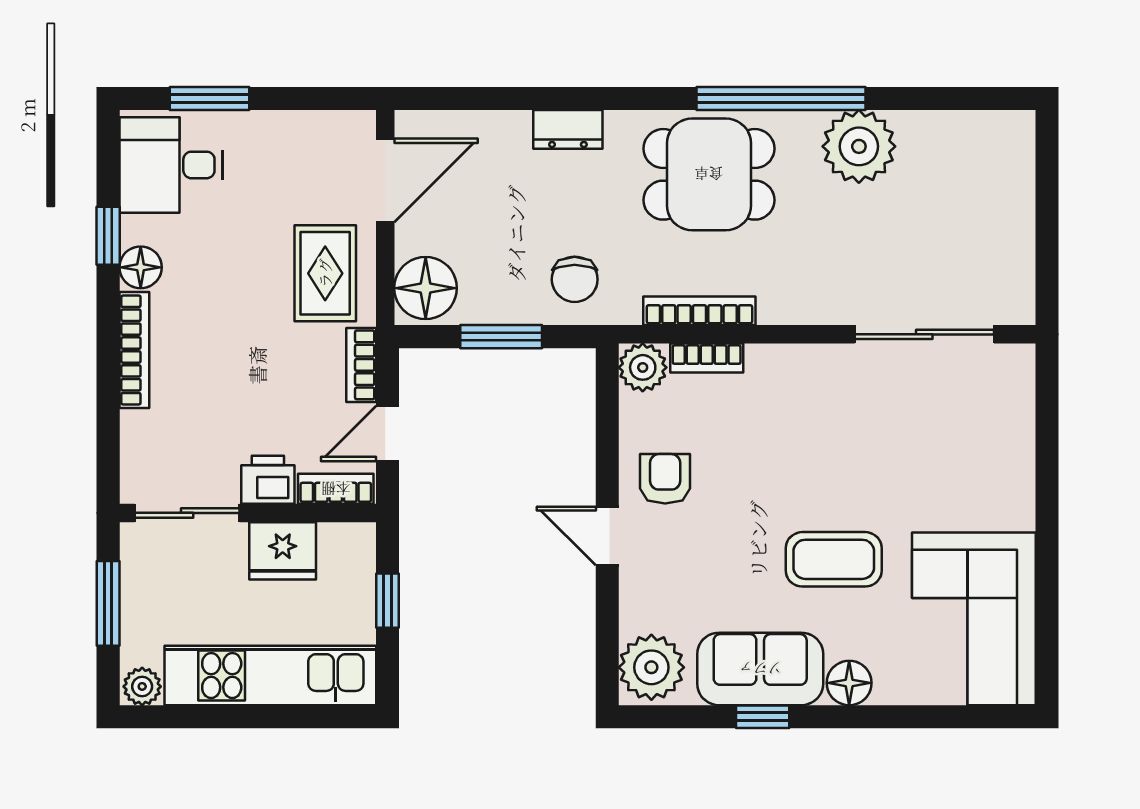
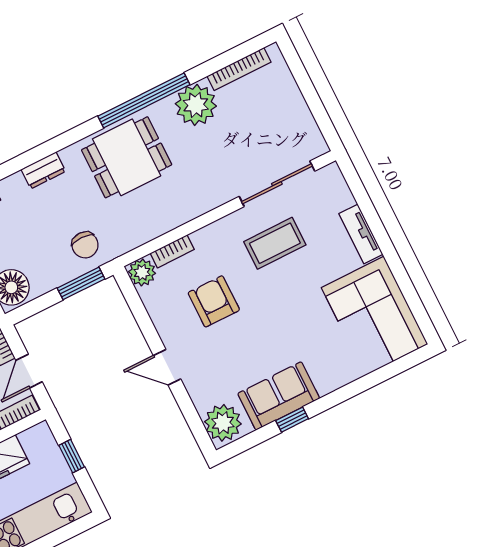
bookcase: (699, 311) -> (239, 69), moved, turned 180
window: (501, 337) -> (81, 283), moved
armchair: (665, 479) -> (214, 301), moved, width x1.38, depth x1.38
tv unit: (1017, 479) -> (361, 234), added
coffee table: (834, 559) -> (275, 243), moved
floor lamp: (849, 683) -> (327, 380), removed

